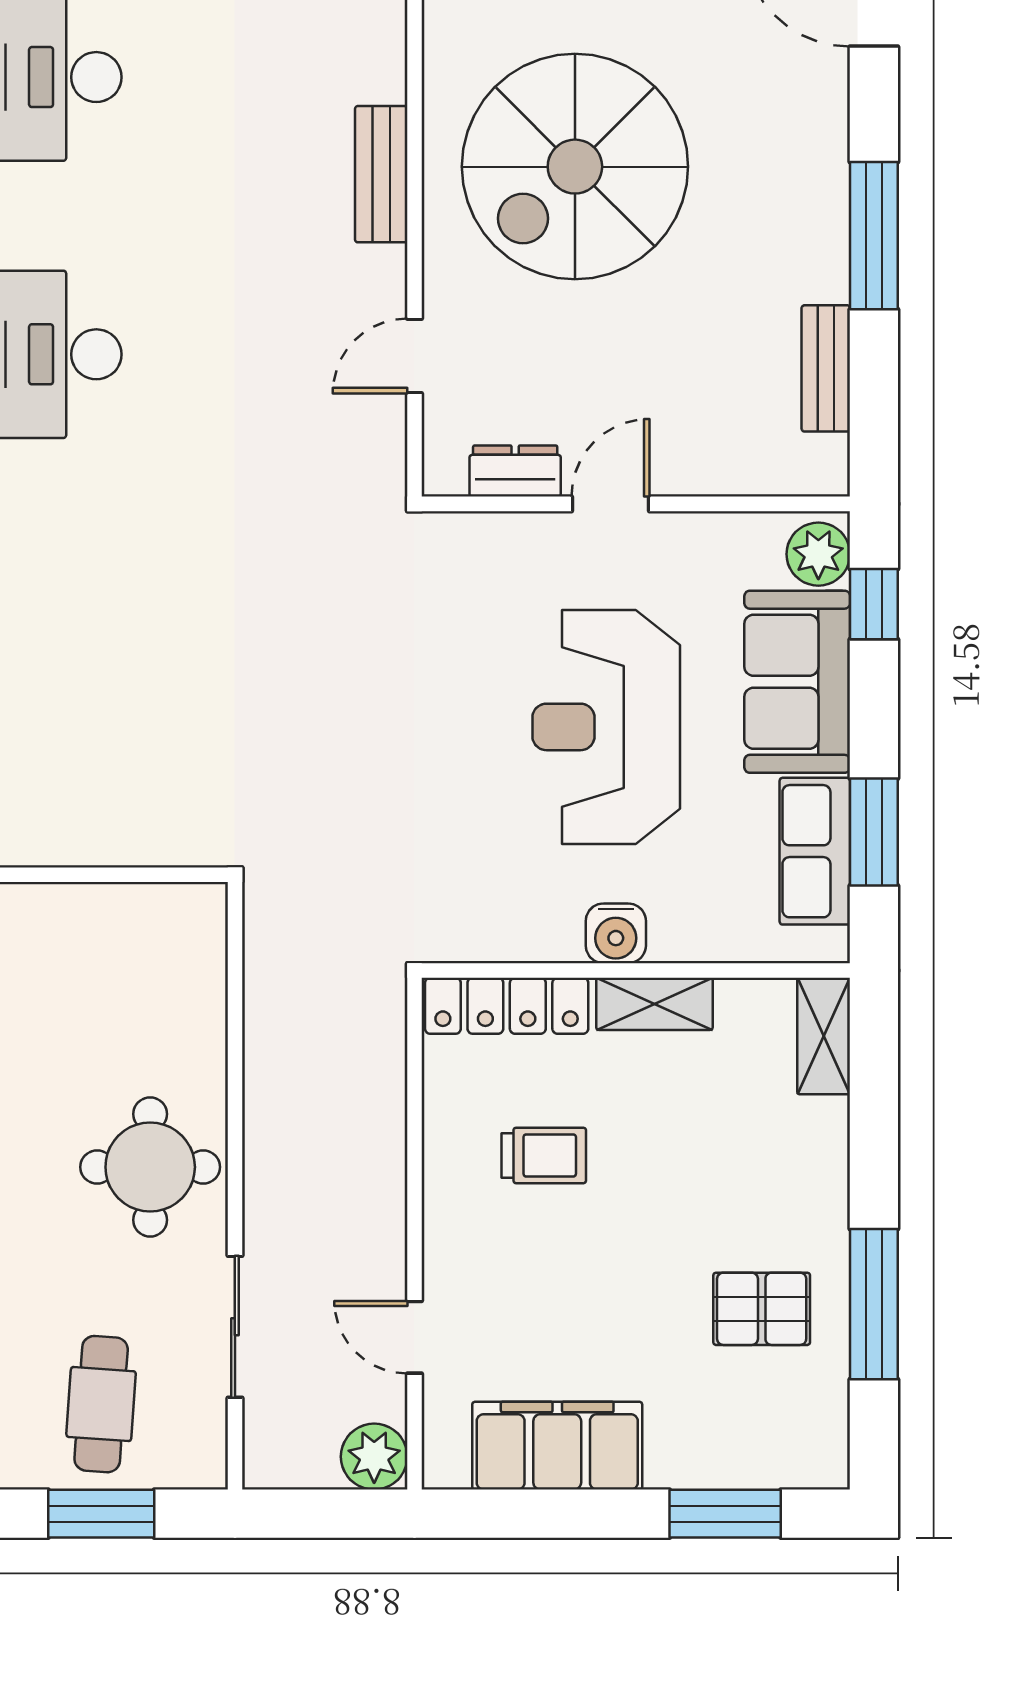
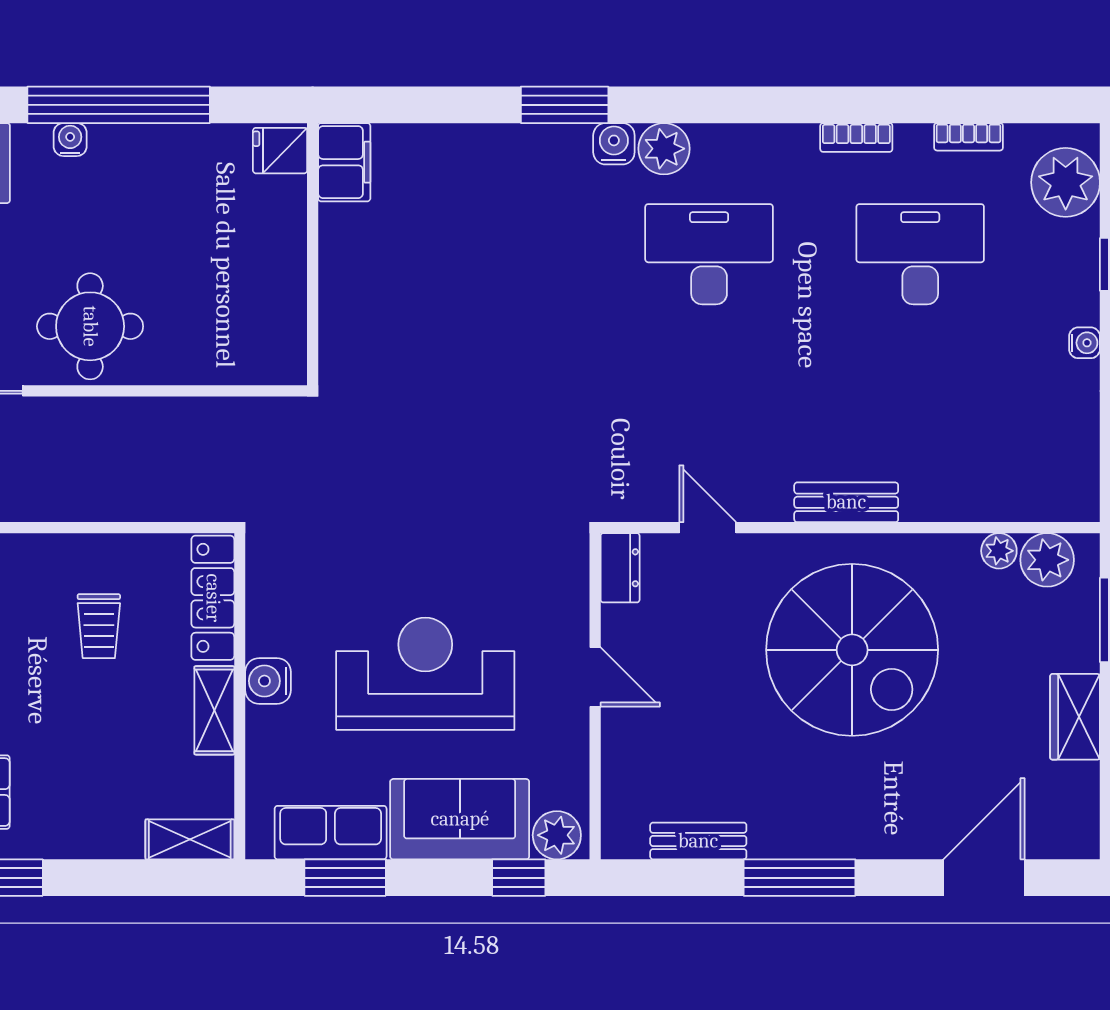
spiral stairs: (575, 167) -> (852, 650), turned 180
dresser: (515, 471) -> (620, 568), moved

